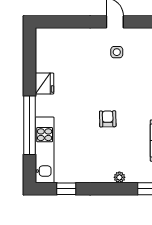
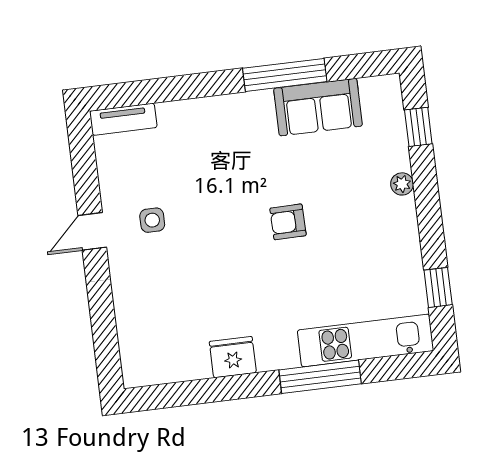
window: (29, 125) -> (320, 377), width x0.68

